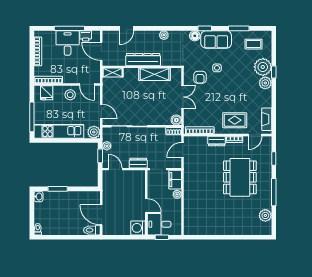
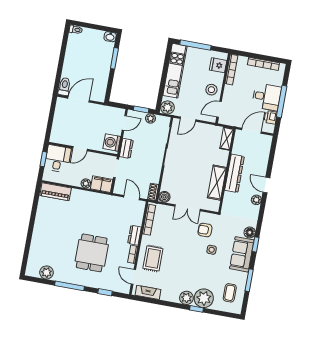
door: (127, 28) -> (266, 185), moved
dining table: (240, 177) -> (92, 253), width x0.73
piano: (190, 221) -> (56, 192), added
washing machine: (138, 228) -> (112, 142), moved, turned -90

